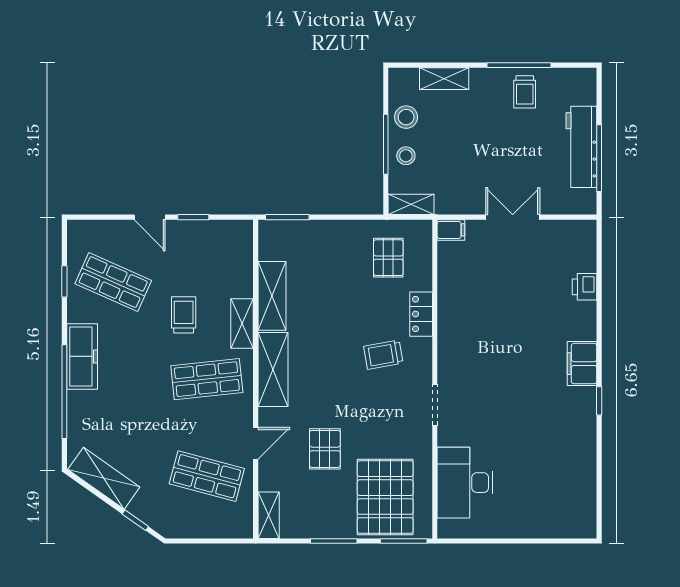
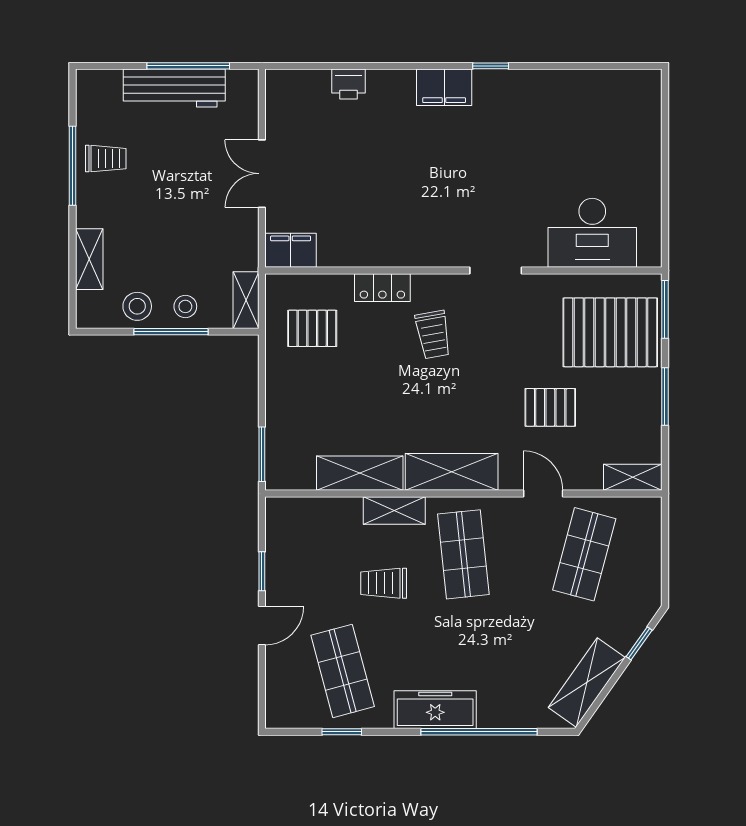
filing cabinet: (451, 230) -> (291, 250), width x2.00
shop shelf: (113, 282) -> (343, 671), turned -39

